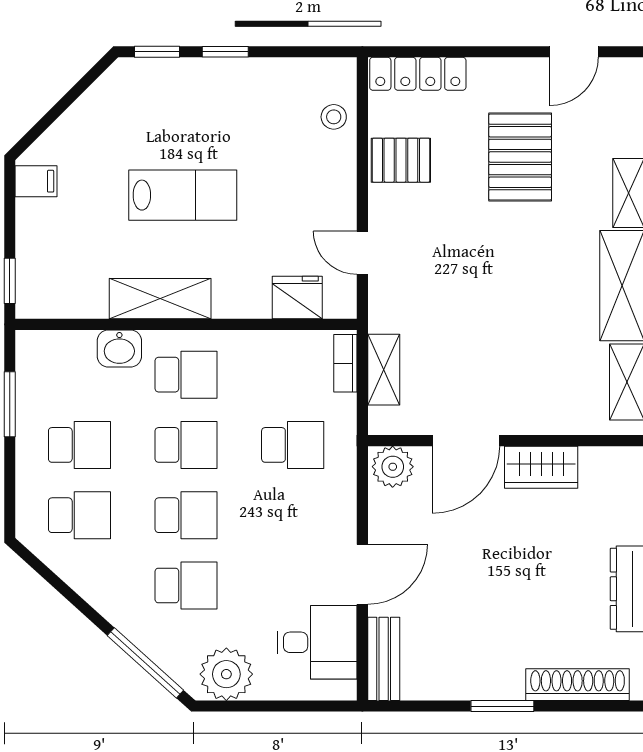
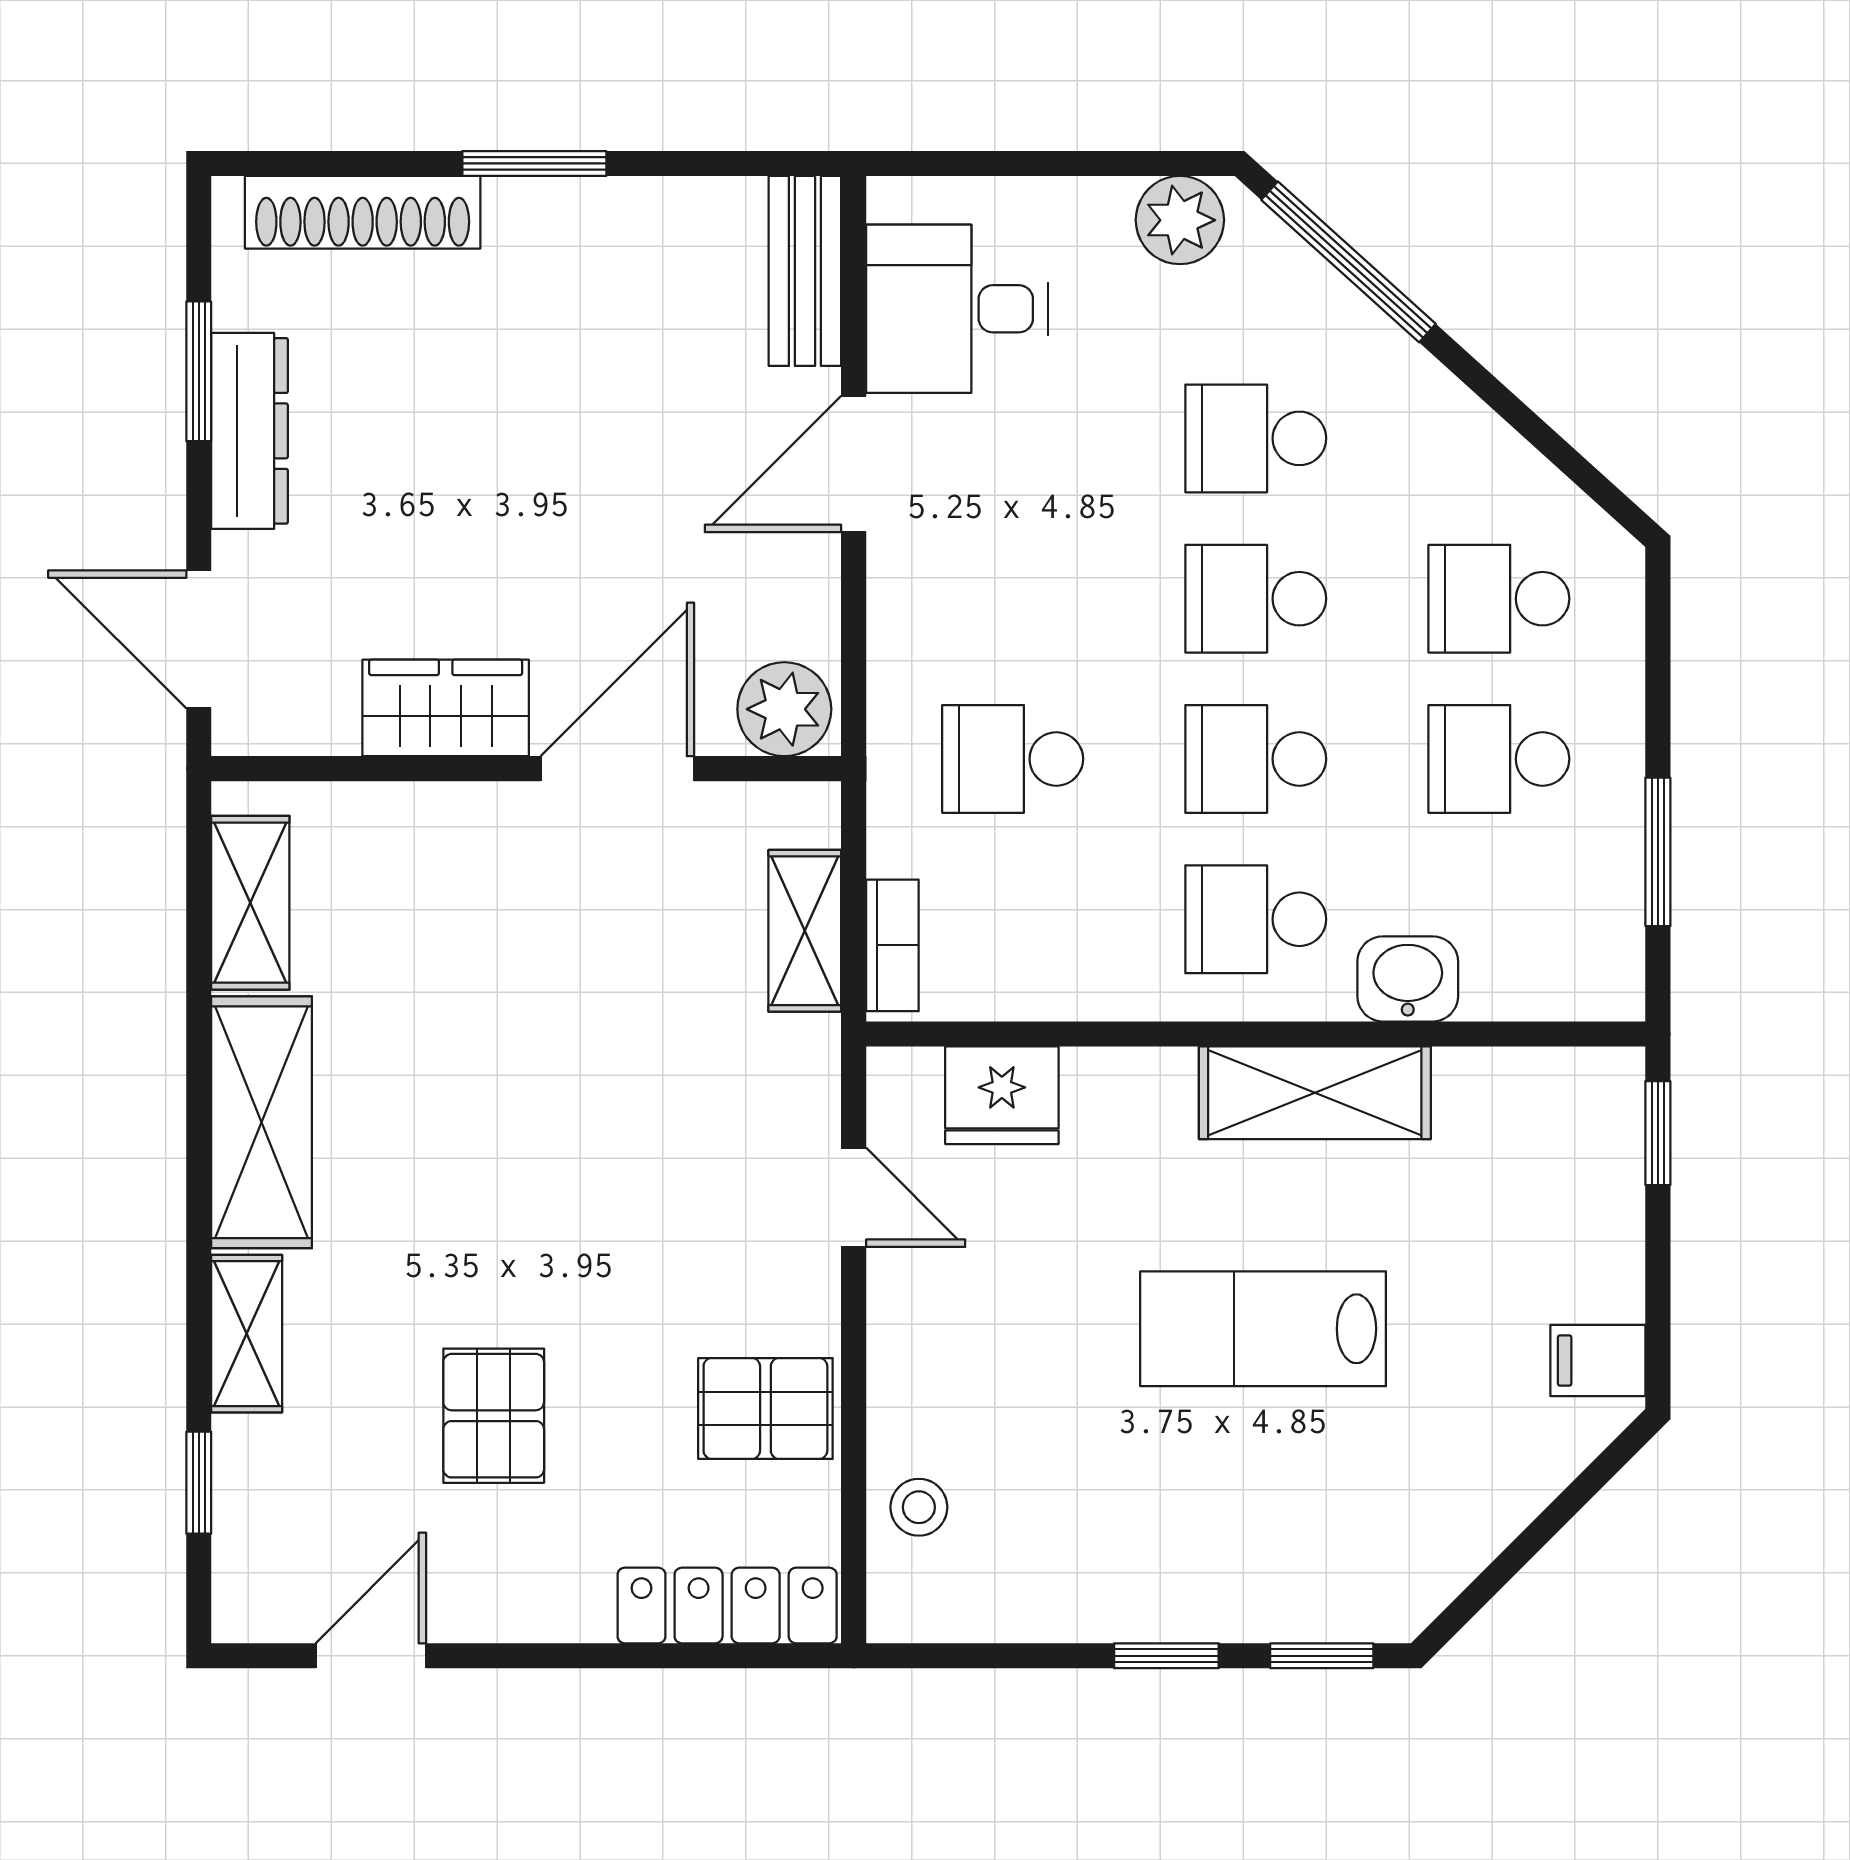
pallet: (520, 157) -> (494, 1416), width x0.67, depth x0.71
plant: (226, 674) -> (1180, 220), width x0.73, depth x0.73

